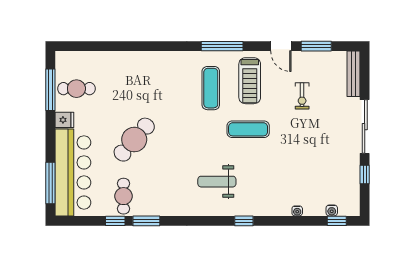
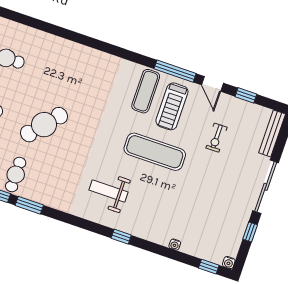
window: (222, 46) -> (175, 71), moved
window: (316, 46) -> (246, 95), width x0.67
exercise mat: (211, 88) -> (146, 91), moved
exercise mat: (248, 129) -> (155, 152), width x1.36, depth x1.45
water cooler: (332, 210) -> (229, 263), moved

